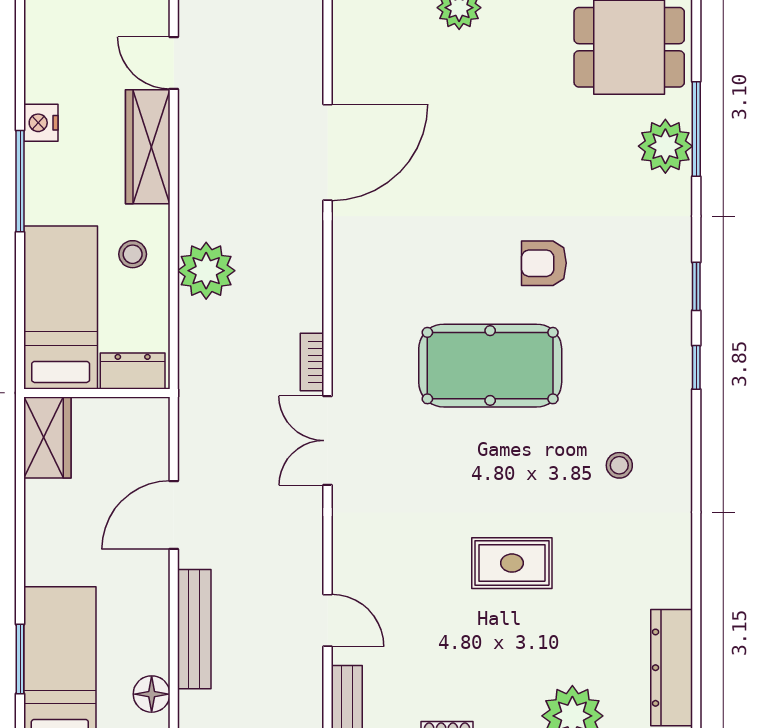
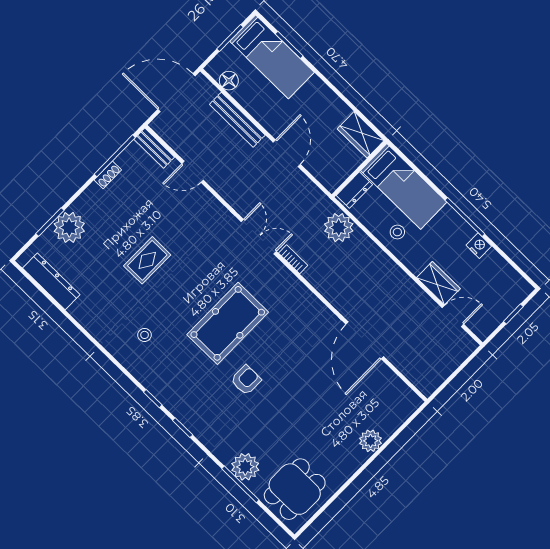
wardrobe: (148, 147) -> (438, 283), width x0.67
plant: (206, 271) -> (339, 228), moved

